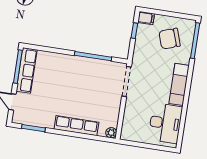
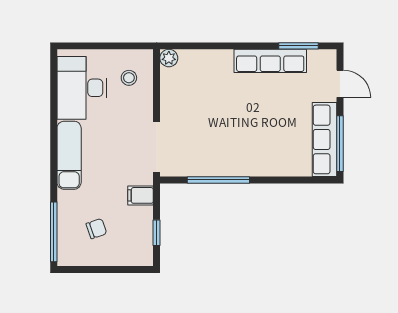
filing cabinet: (146, 18) -> (141, 195), moved
chair: (170, 39) -> (96, 229), width x0.54, depth x0.54
stool: (137, 125) -> (129, 78), added
row of seats: (76, 126) -> (270, 61), moved

